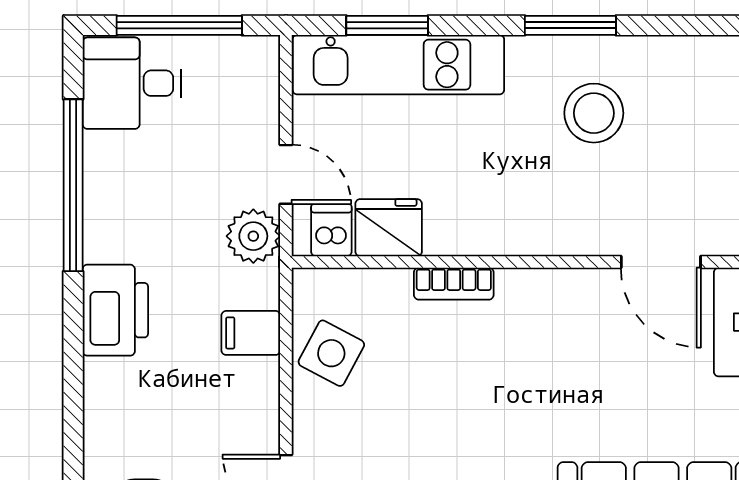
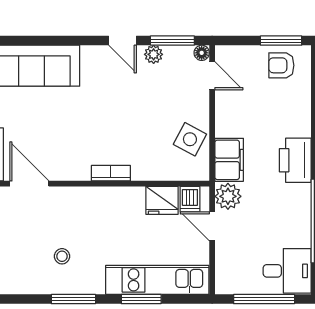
window: (387, 25) -> (141, 299), moved
stool: (594, 113) -> (62, 256), width x0.53, depth x0.53
bookcase: (454, 284) -> (111, 173), moved
filing cabinet: (251, 333) -> (229, 160), width x2.00

